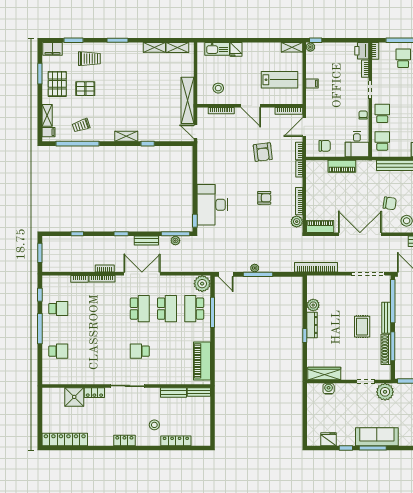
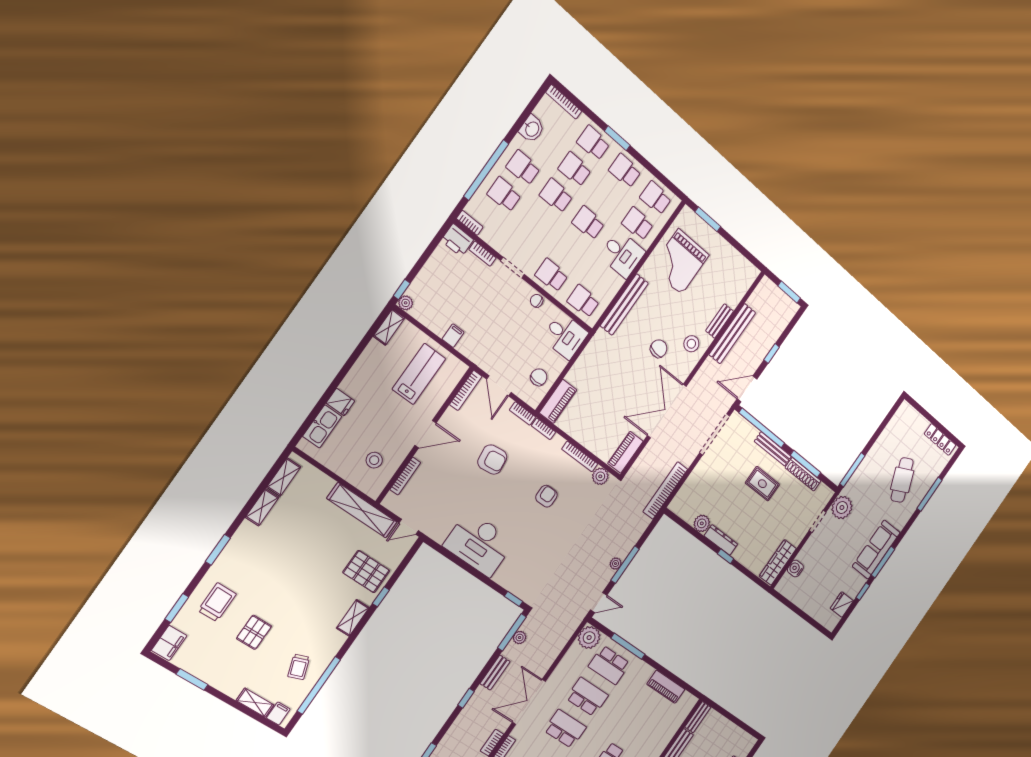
pallet: (57, 84) -> (366, 572), moved
piano: (342, 166) -> (558, 401), moved
desk: (212, 205) -> (479, 544), moved
piano: (202, 361) -> (666, 687), width x0.73, depth x0.75

